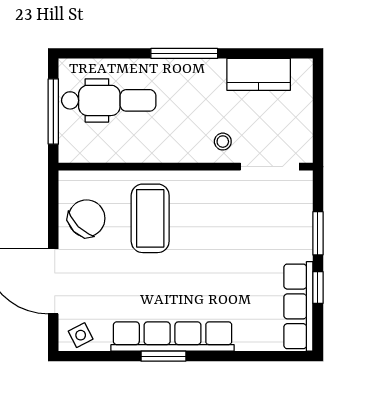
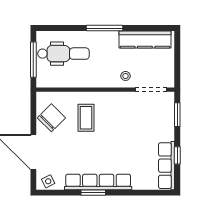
kitchen counter: (259, 74) -> (145, 39), width x1.50
coffee table: (150, 218) -> (86, 118), width x0.73, depth x0.76
window: (318, 233) -> (177, 115), moved

